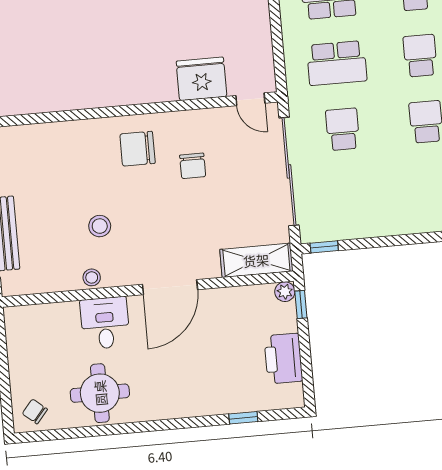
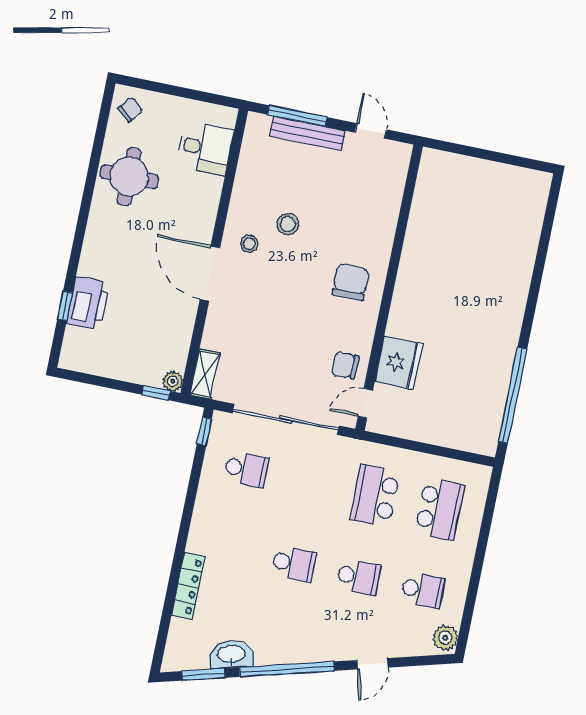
school desk: (343, 129) -> (246, 469), moved
chair: (193, 166) -> (345, 365), moved
shelving: (256, 260) -> (205, 374), width x0.67, depth x0.75
stool: (92, 277) -> (249, 244), moved
desk: (105, 323) -> (205, 148), moved
printer: (283, 359) -> (88, 303), moved, turned 90

